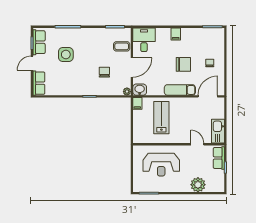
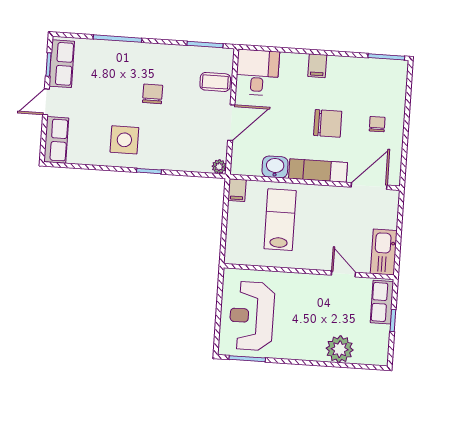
side table: (66, 55) -> (124, 140), moved
chair: (104, 72) -> (153, 94), moved
washbasin: (140, 90) -> (275, 167), moved
reception desk: (161, 165) -> (252, 316), moved, turned 90

